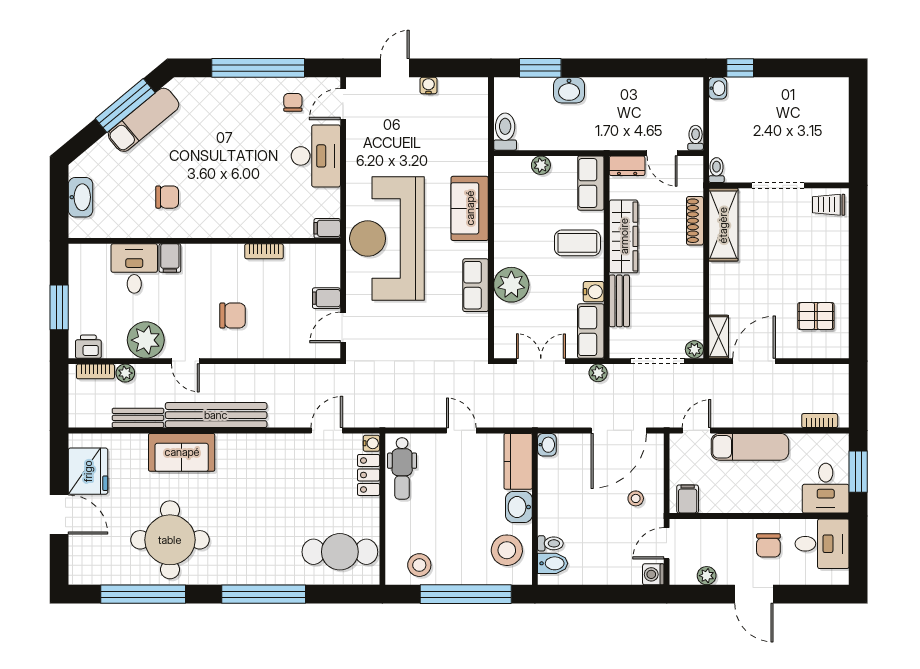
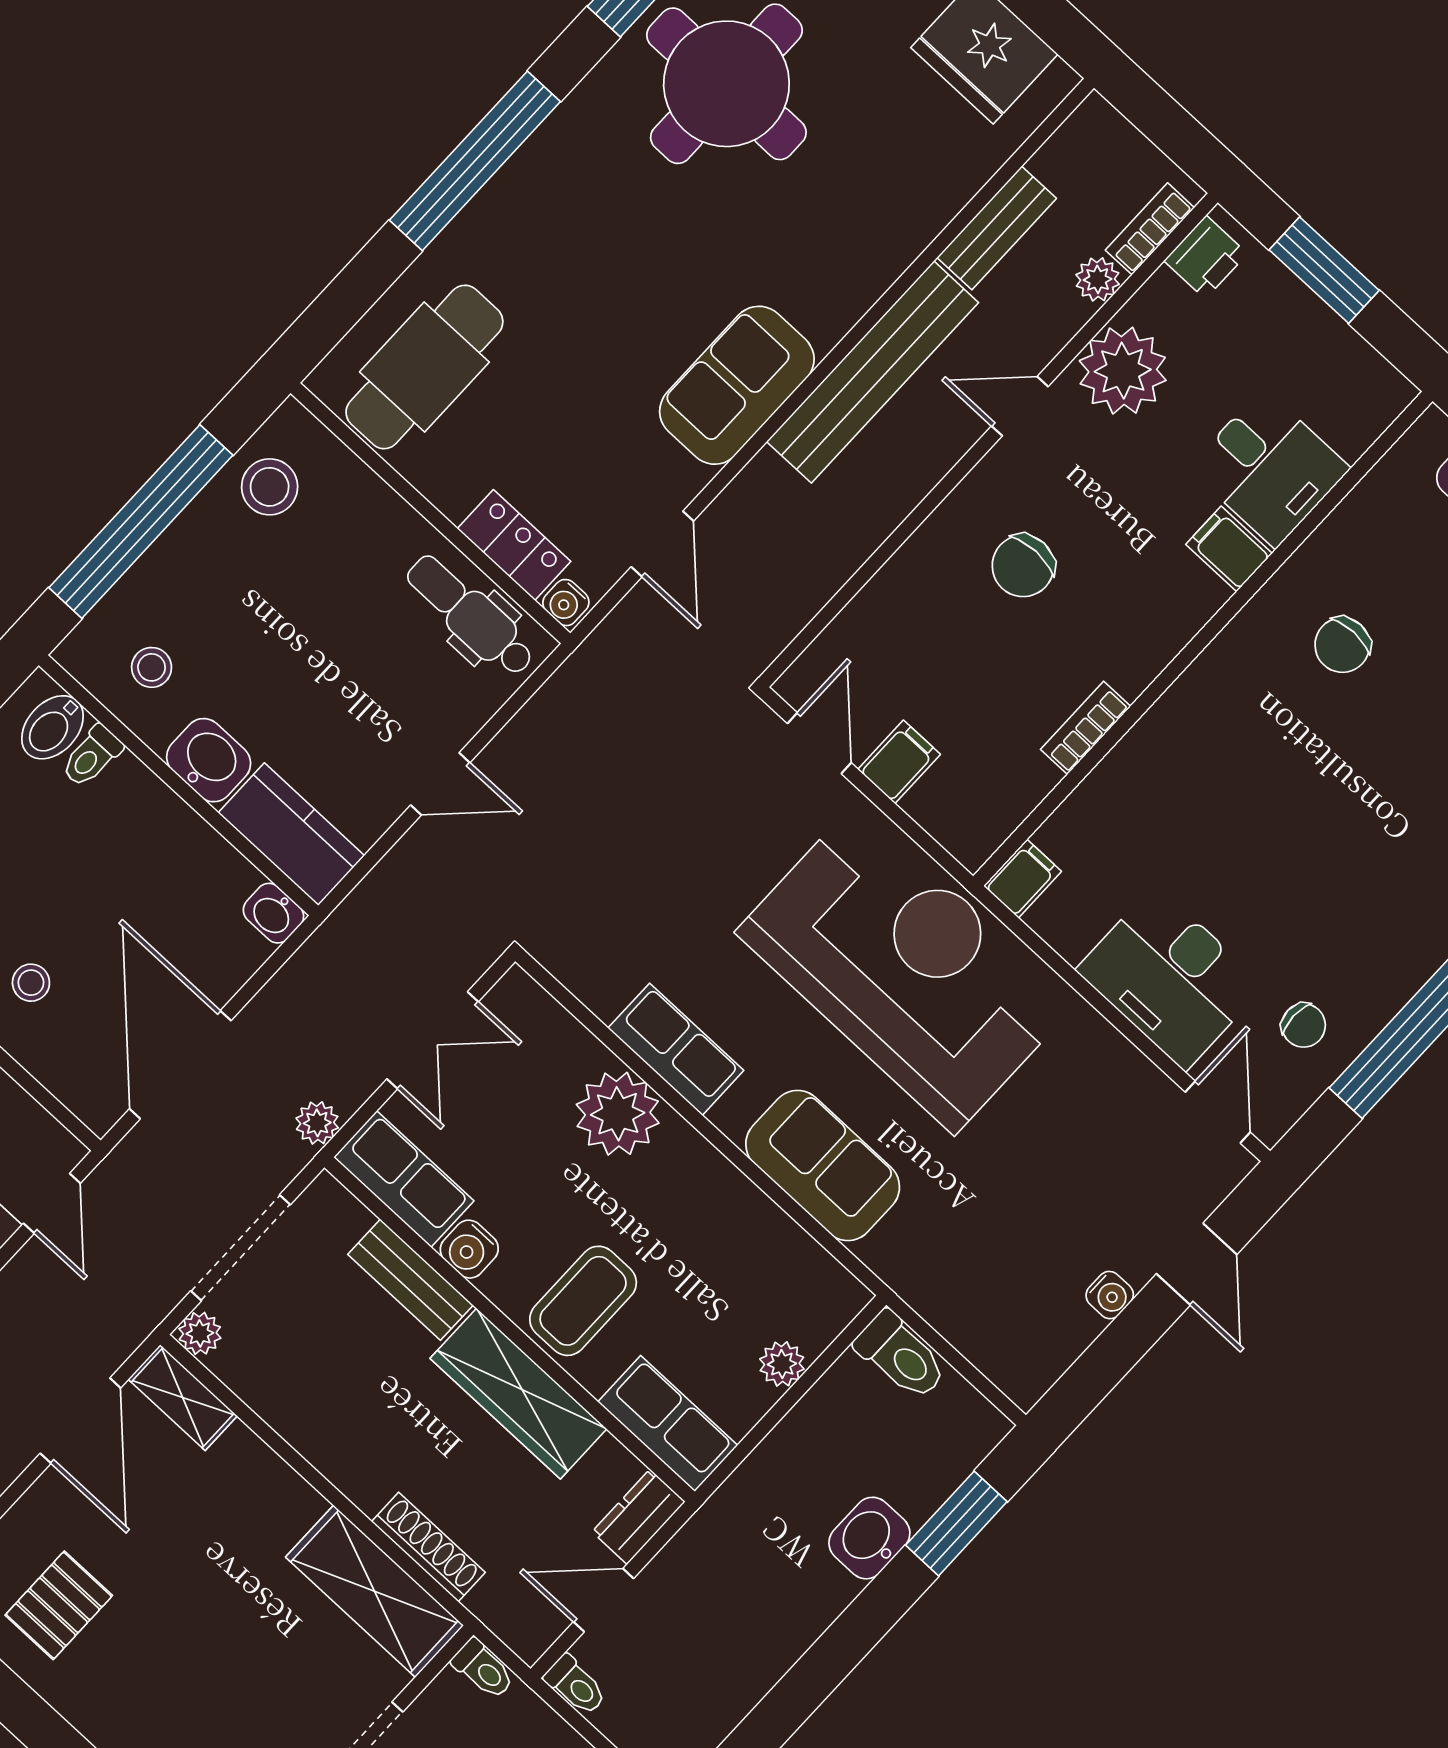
sofa: (182, 452) -> (737, 385), moved
stool: (507, 550) -> (152, 667), width x0.53, depth x0.53

